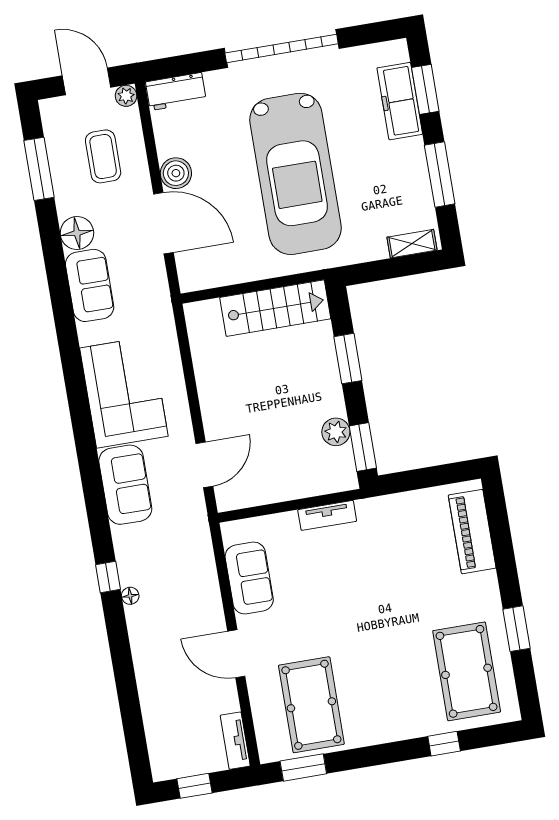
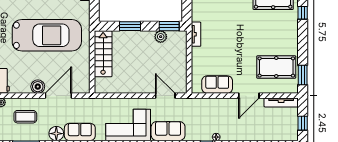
tv unit: (327, 515) -> (196, 34), moved
tv unit: (235, 741) -> (281, 102), width x1.41

